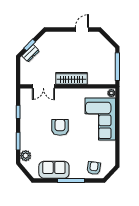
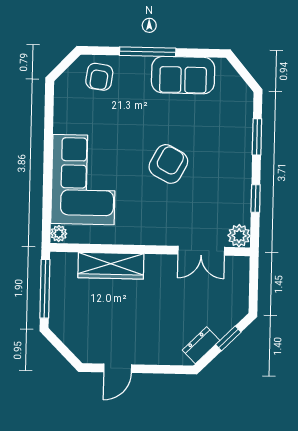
dresser: (31, 53) -> (201, 345), moved
wardrobe: (71, 78) -> (111, 266), moved
double door: (43, 86) -> (201, 251), swing flipped
armchair: (60, 127) -> (168, 164), turned -152
plant: (26, 156) -> (239, 236), moved

